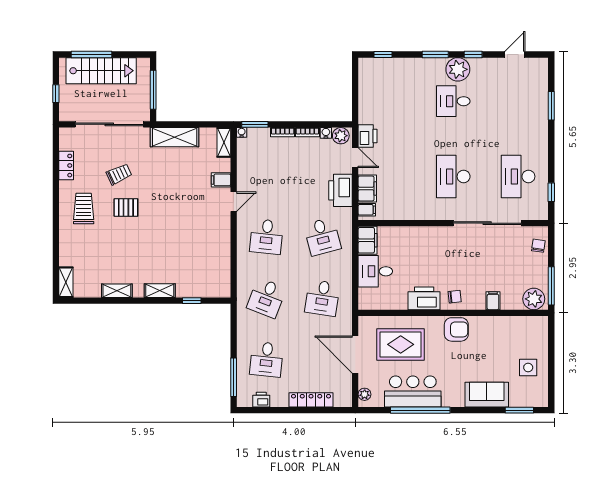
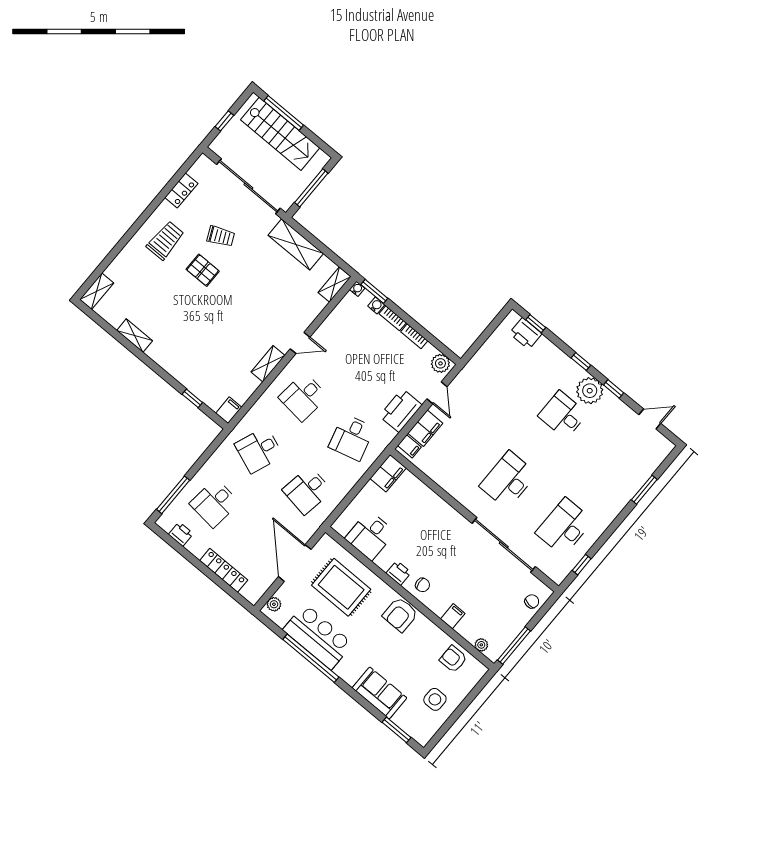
window: (435, 54) -> (581, 361), width x0.67
water cooler: (326, 133) -> (376, 305), moved
printer: (368, 136) -> (526, 333), moved, turned 90
filing cabinet: (221, 180) -> (229, 410), moved, turned 90
desk: (375, 271) -> (370, 535), moved, turned -90
shelving: (160, 291) -> (268, 364), moved, turned 90
printer: (424, 298) -> (399, 573), width x0.53, depth x0.68
plant: (534, 299) -> (481, 645), width x0.53, depth x0.53
armchair: (456, 329) -> (400, 615), turned 90
armchair: (518, 330) -> (453, 659), added

